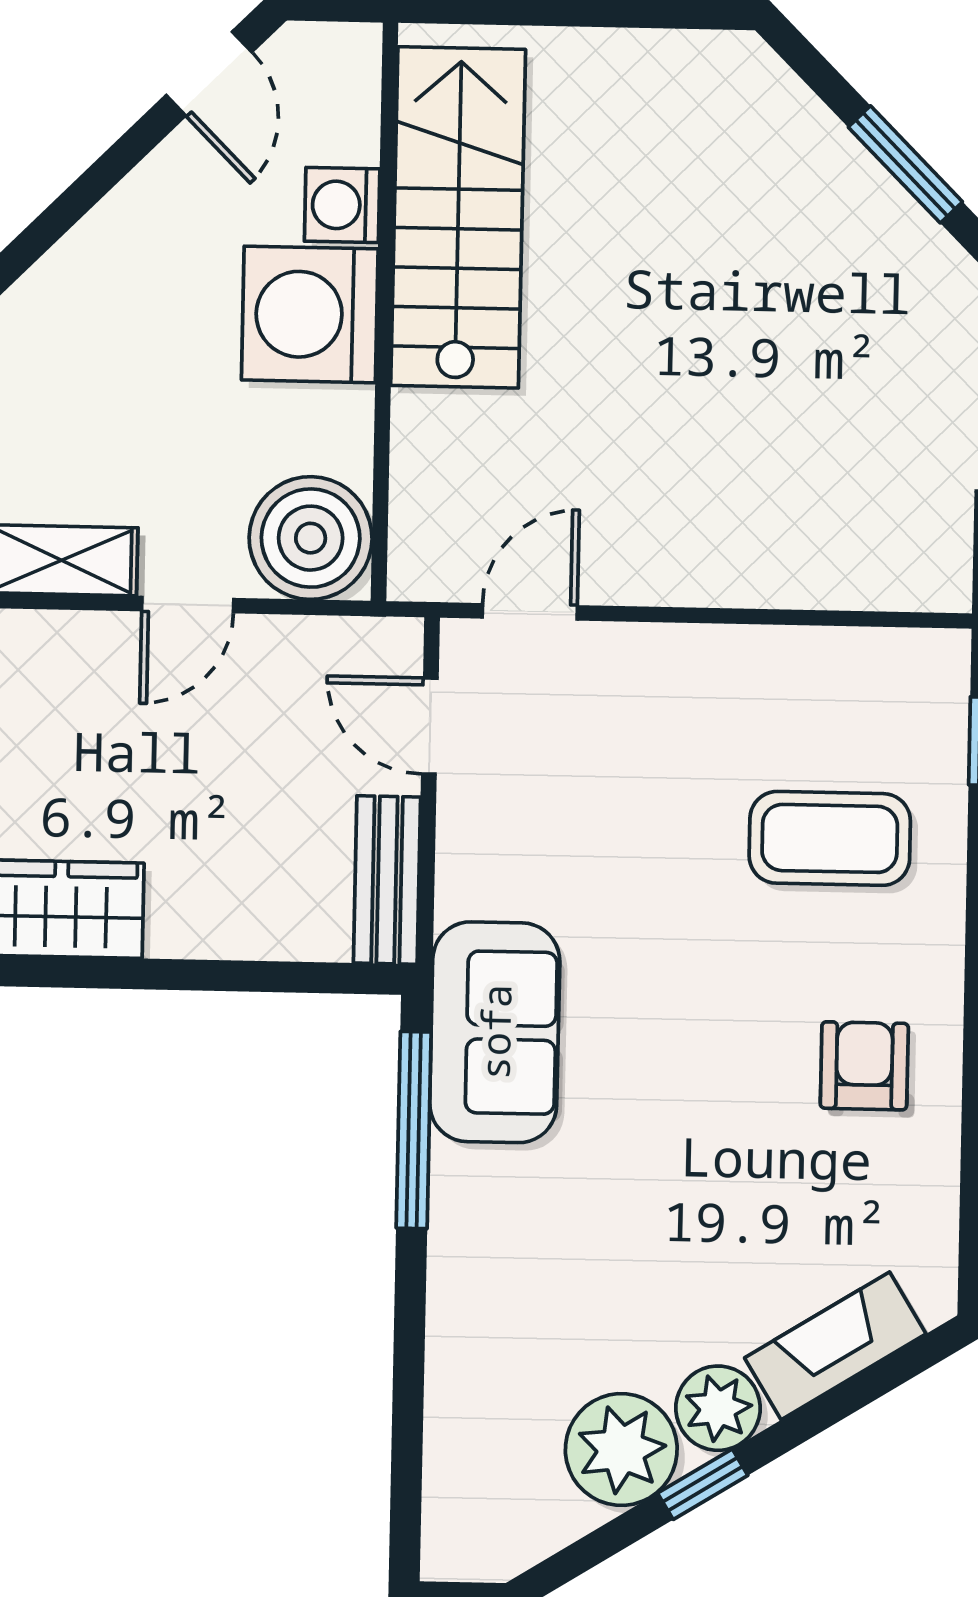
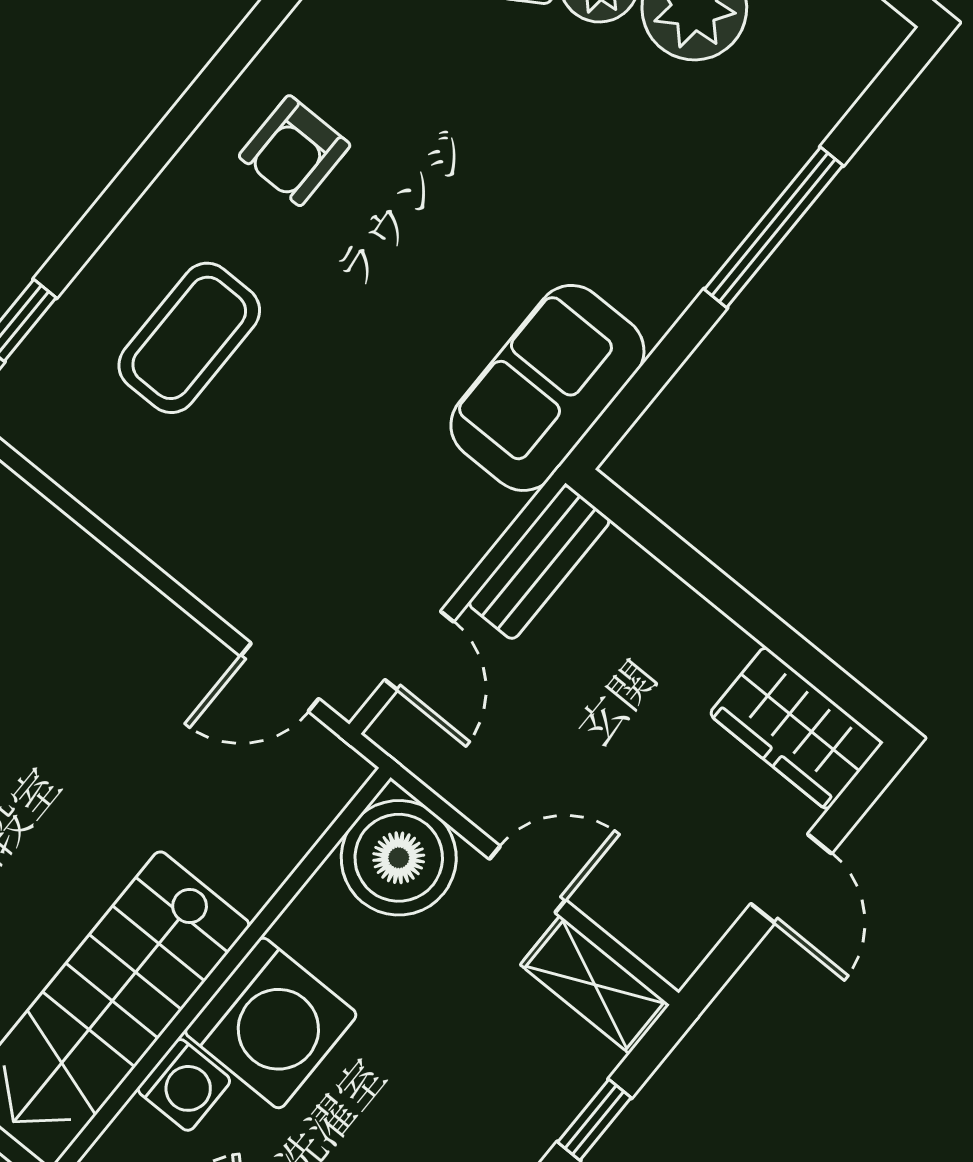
coffee table: (830, 838) -> (189, 338), turned 90
window: (414, 1130) -> (774, 227), moved

